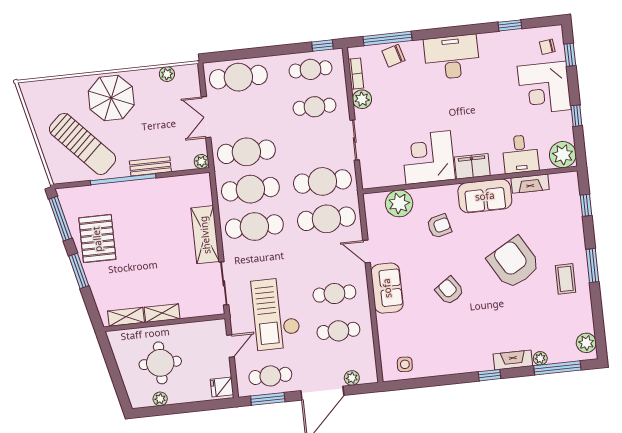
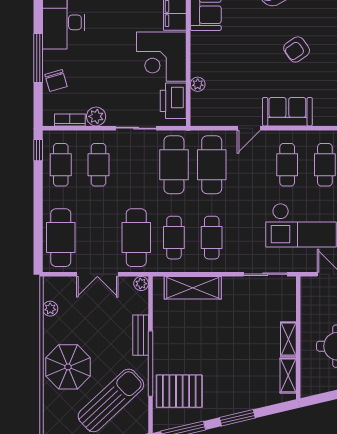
window: (387, 39) -> (38, 58), moved
printer: (386, 174) -> (173, 101), added
cafe table: (250, 189) -> (174, 238), width x0.73, depth x0.74
plant: (399, 203) -> (198, 84), width x0.53, depth x0.53
armchair: (439, 226) -> (231, 53), removed
cafe table: (254, 227) -> (212, 238), width x0.73, depth x0.74
shelving: (205, 235) -> (193, 288), moved
pallet: (97, 239) -> (179, 391), moved

